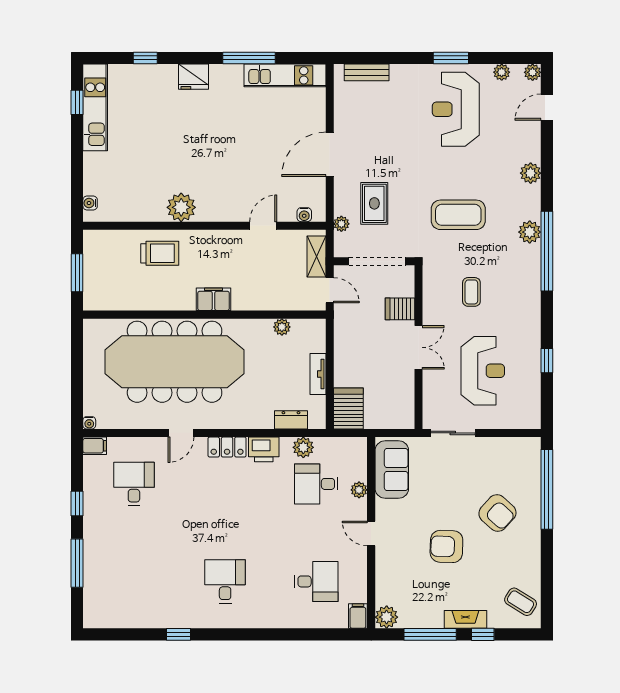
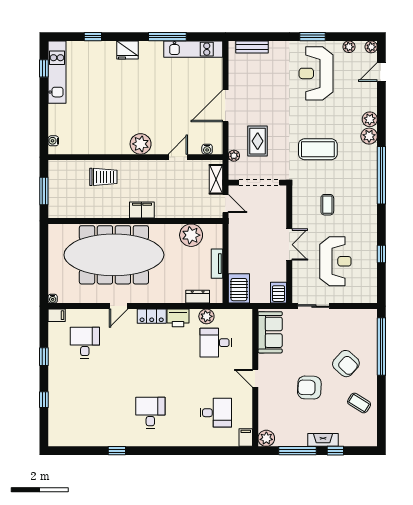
plant: (181, 207) -> (141, 144), moved
plant: (530, 232) -> (369, 136), moved
server rack: (400, 309) -> (279, 293), moved, turned 90
plant: (282, 327) -> (191, 235), width x1.87, depth x1.87
plant: (359, 490) -> (247, 347), removed
window: (77, 563) -> (44, 400), width x0.46
coffee table: (521, 602) -> (359, 403), moved

